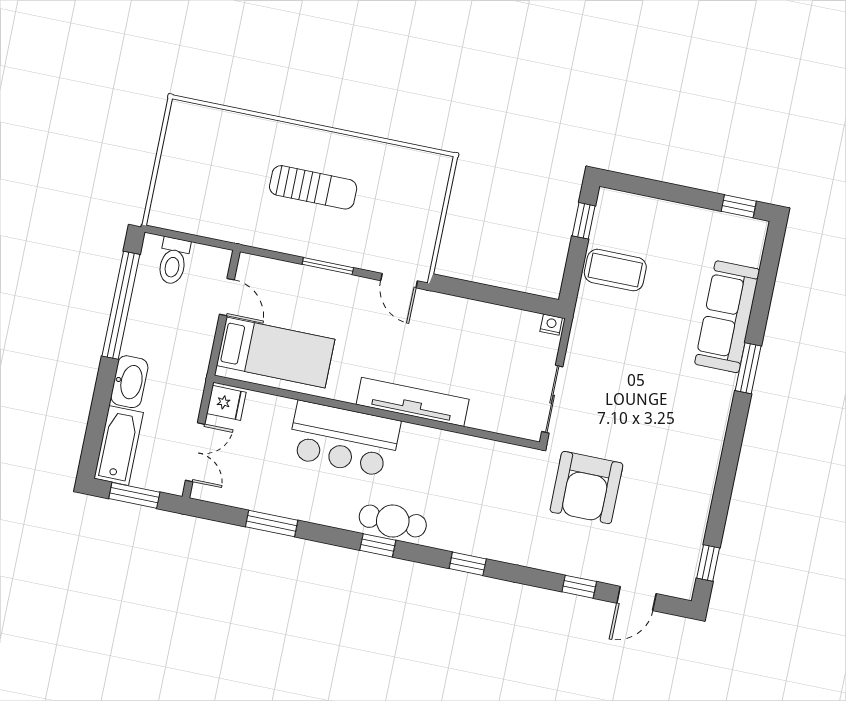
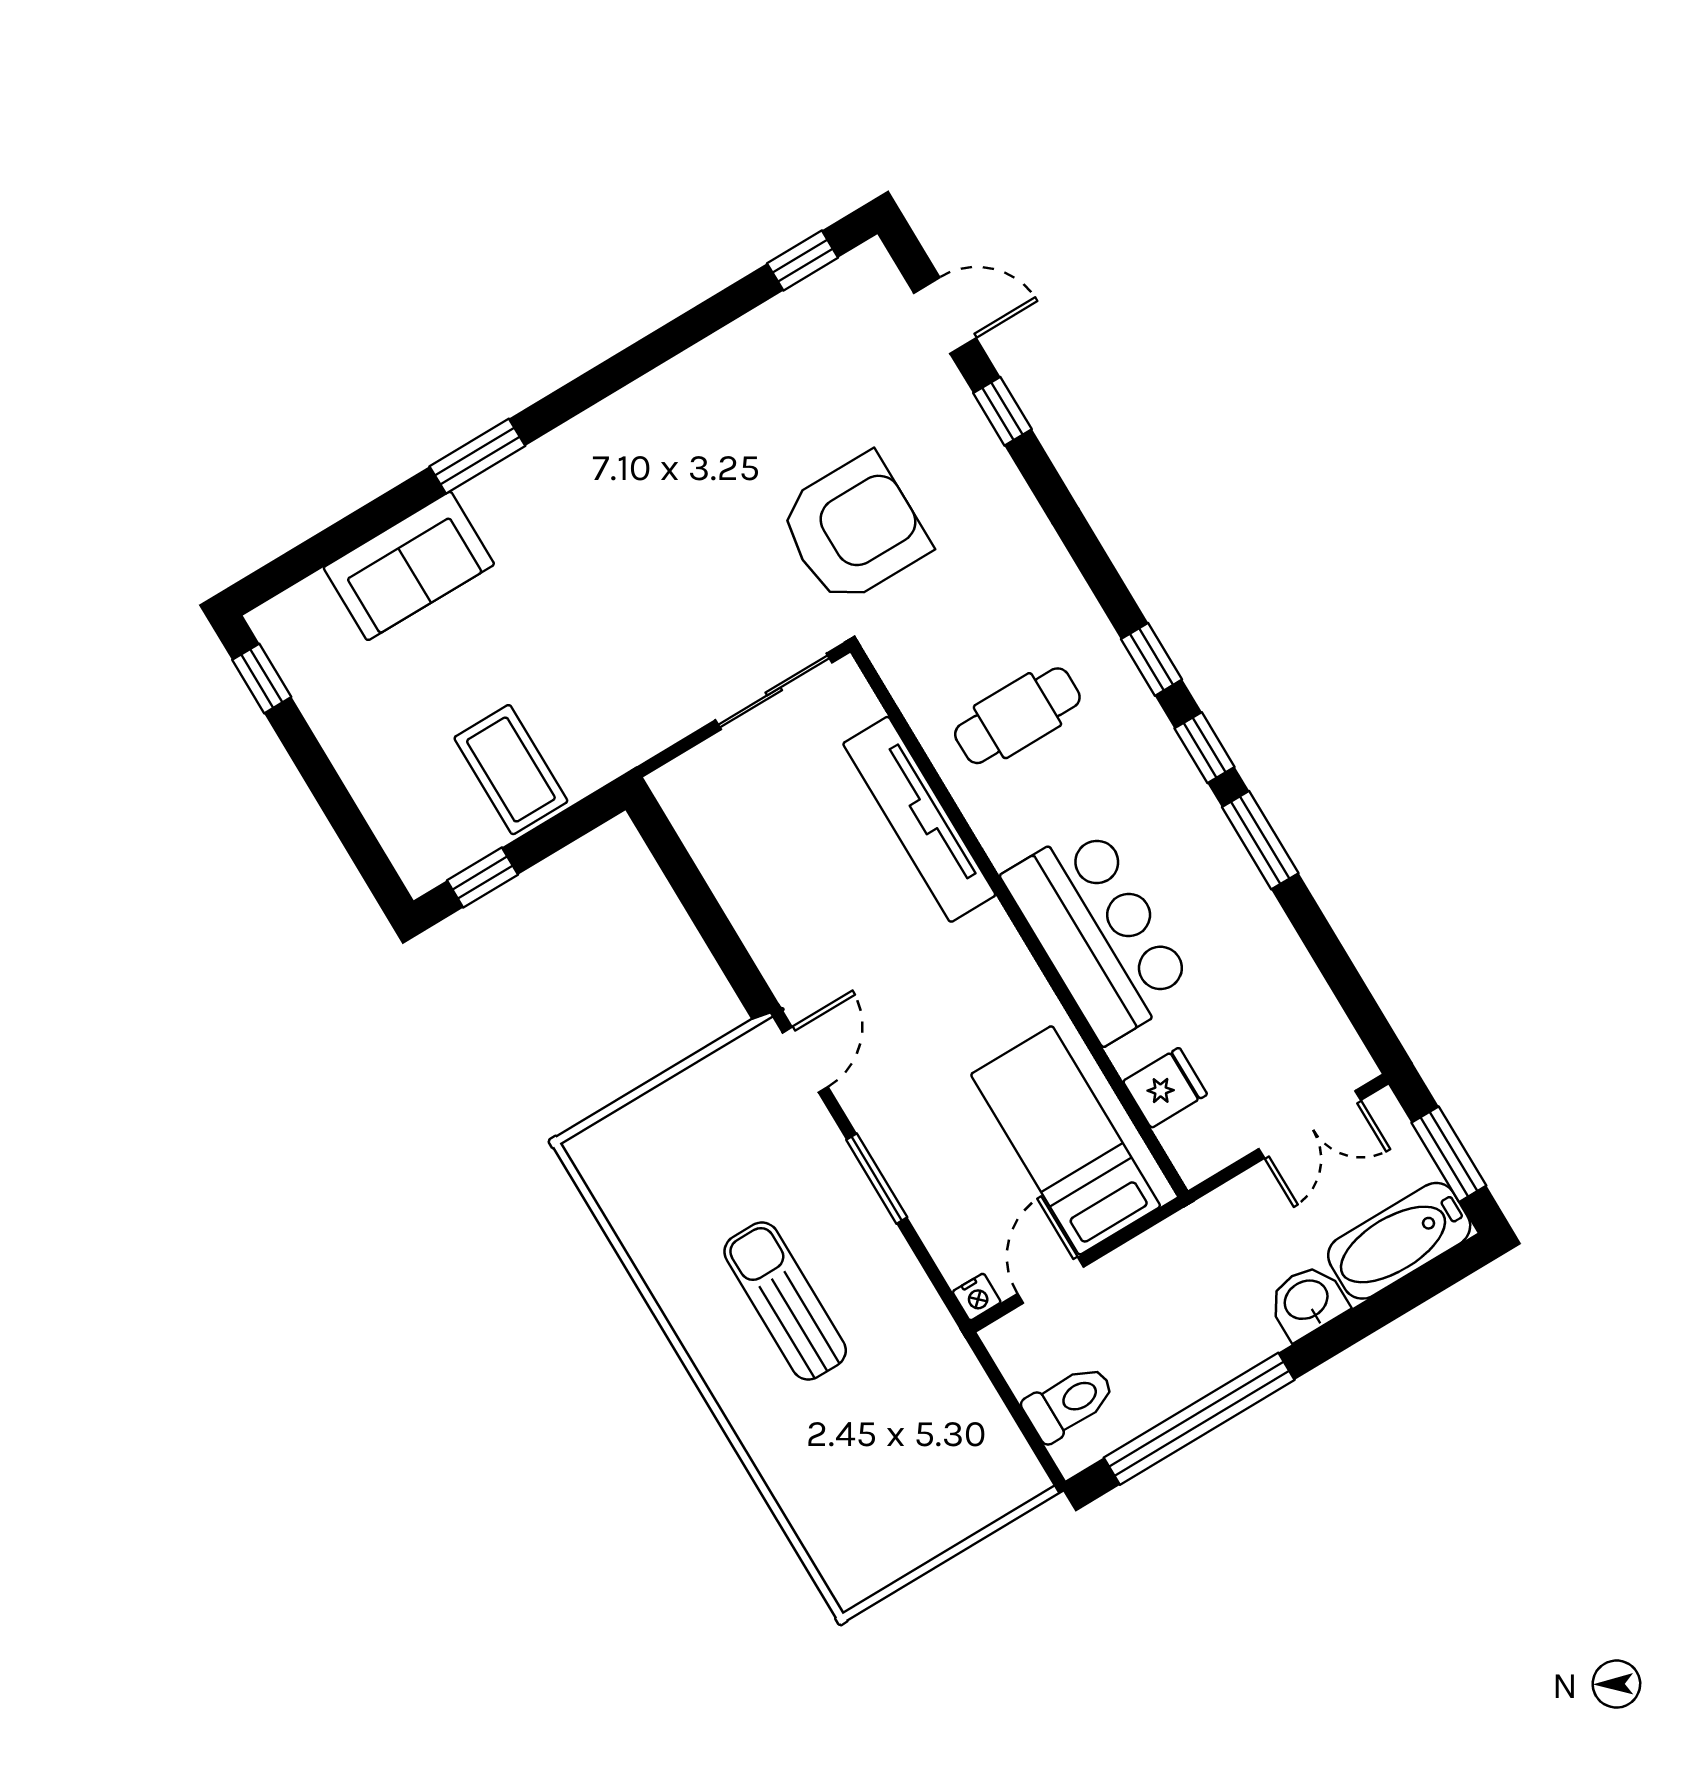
sofa: (727, 317) -> (409, 566), width x0.73
nightstand: (551, 325) -> (977, 1297), moved, turned -90
washbasin: (129, 382) -> (1307, 1301), width x0.72
tv unit: (413, 402) -> (919, 819), moved
fridge: (226, 403) -> (1165, 1088), moved, turned 90
double door: (195, 452) -> (1310, 1124), swing flipped
cafe table: (393, 521) -> (1017, 716), moved, turned 90
window: (272, 524) -> (1260, 840), moved
window: (468, 564) -> (1151, 659), moved

